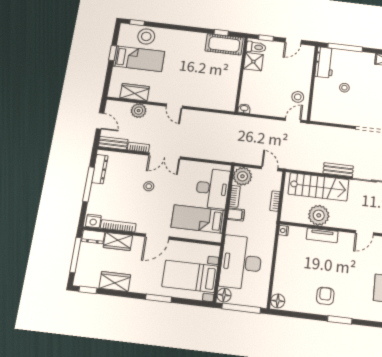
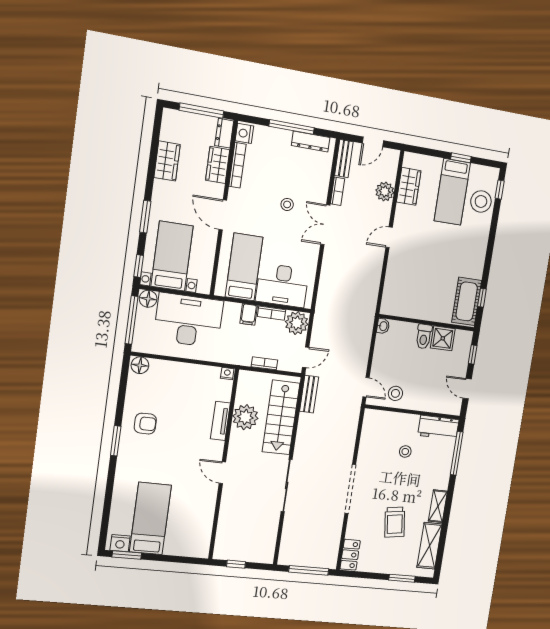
toilet: (256, 47) -> (424, 336), moved
bench: (338, 170) -> (309, 394), moved
window: (88, 290) -> (139, 266), moved

